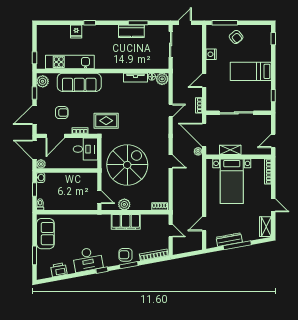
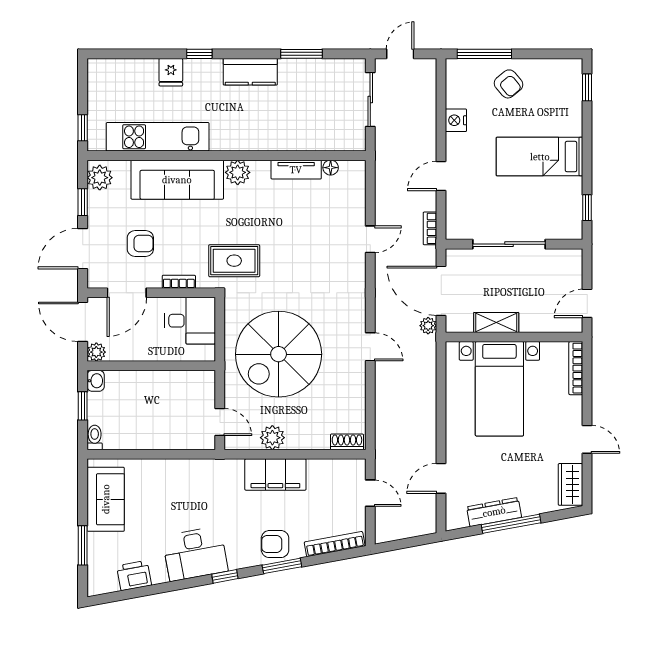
kitchen counter: (131, 31) -> (250, 72), moved
plant: (162, 79) -> (238, 172), moved
spiral stairs: (127, 165) -> (279, 354), turned 180

